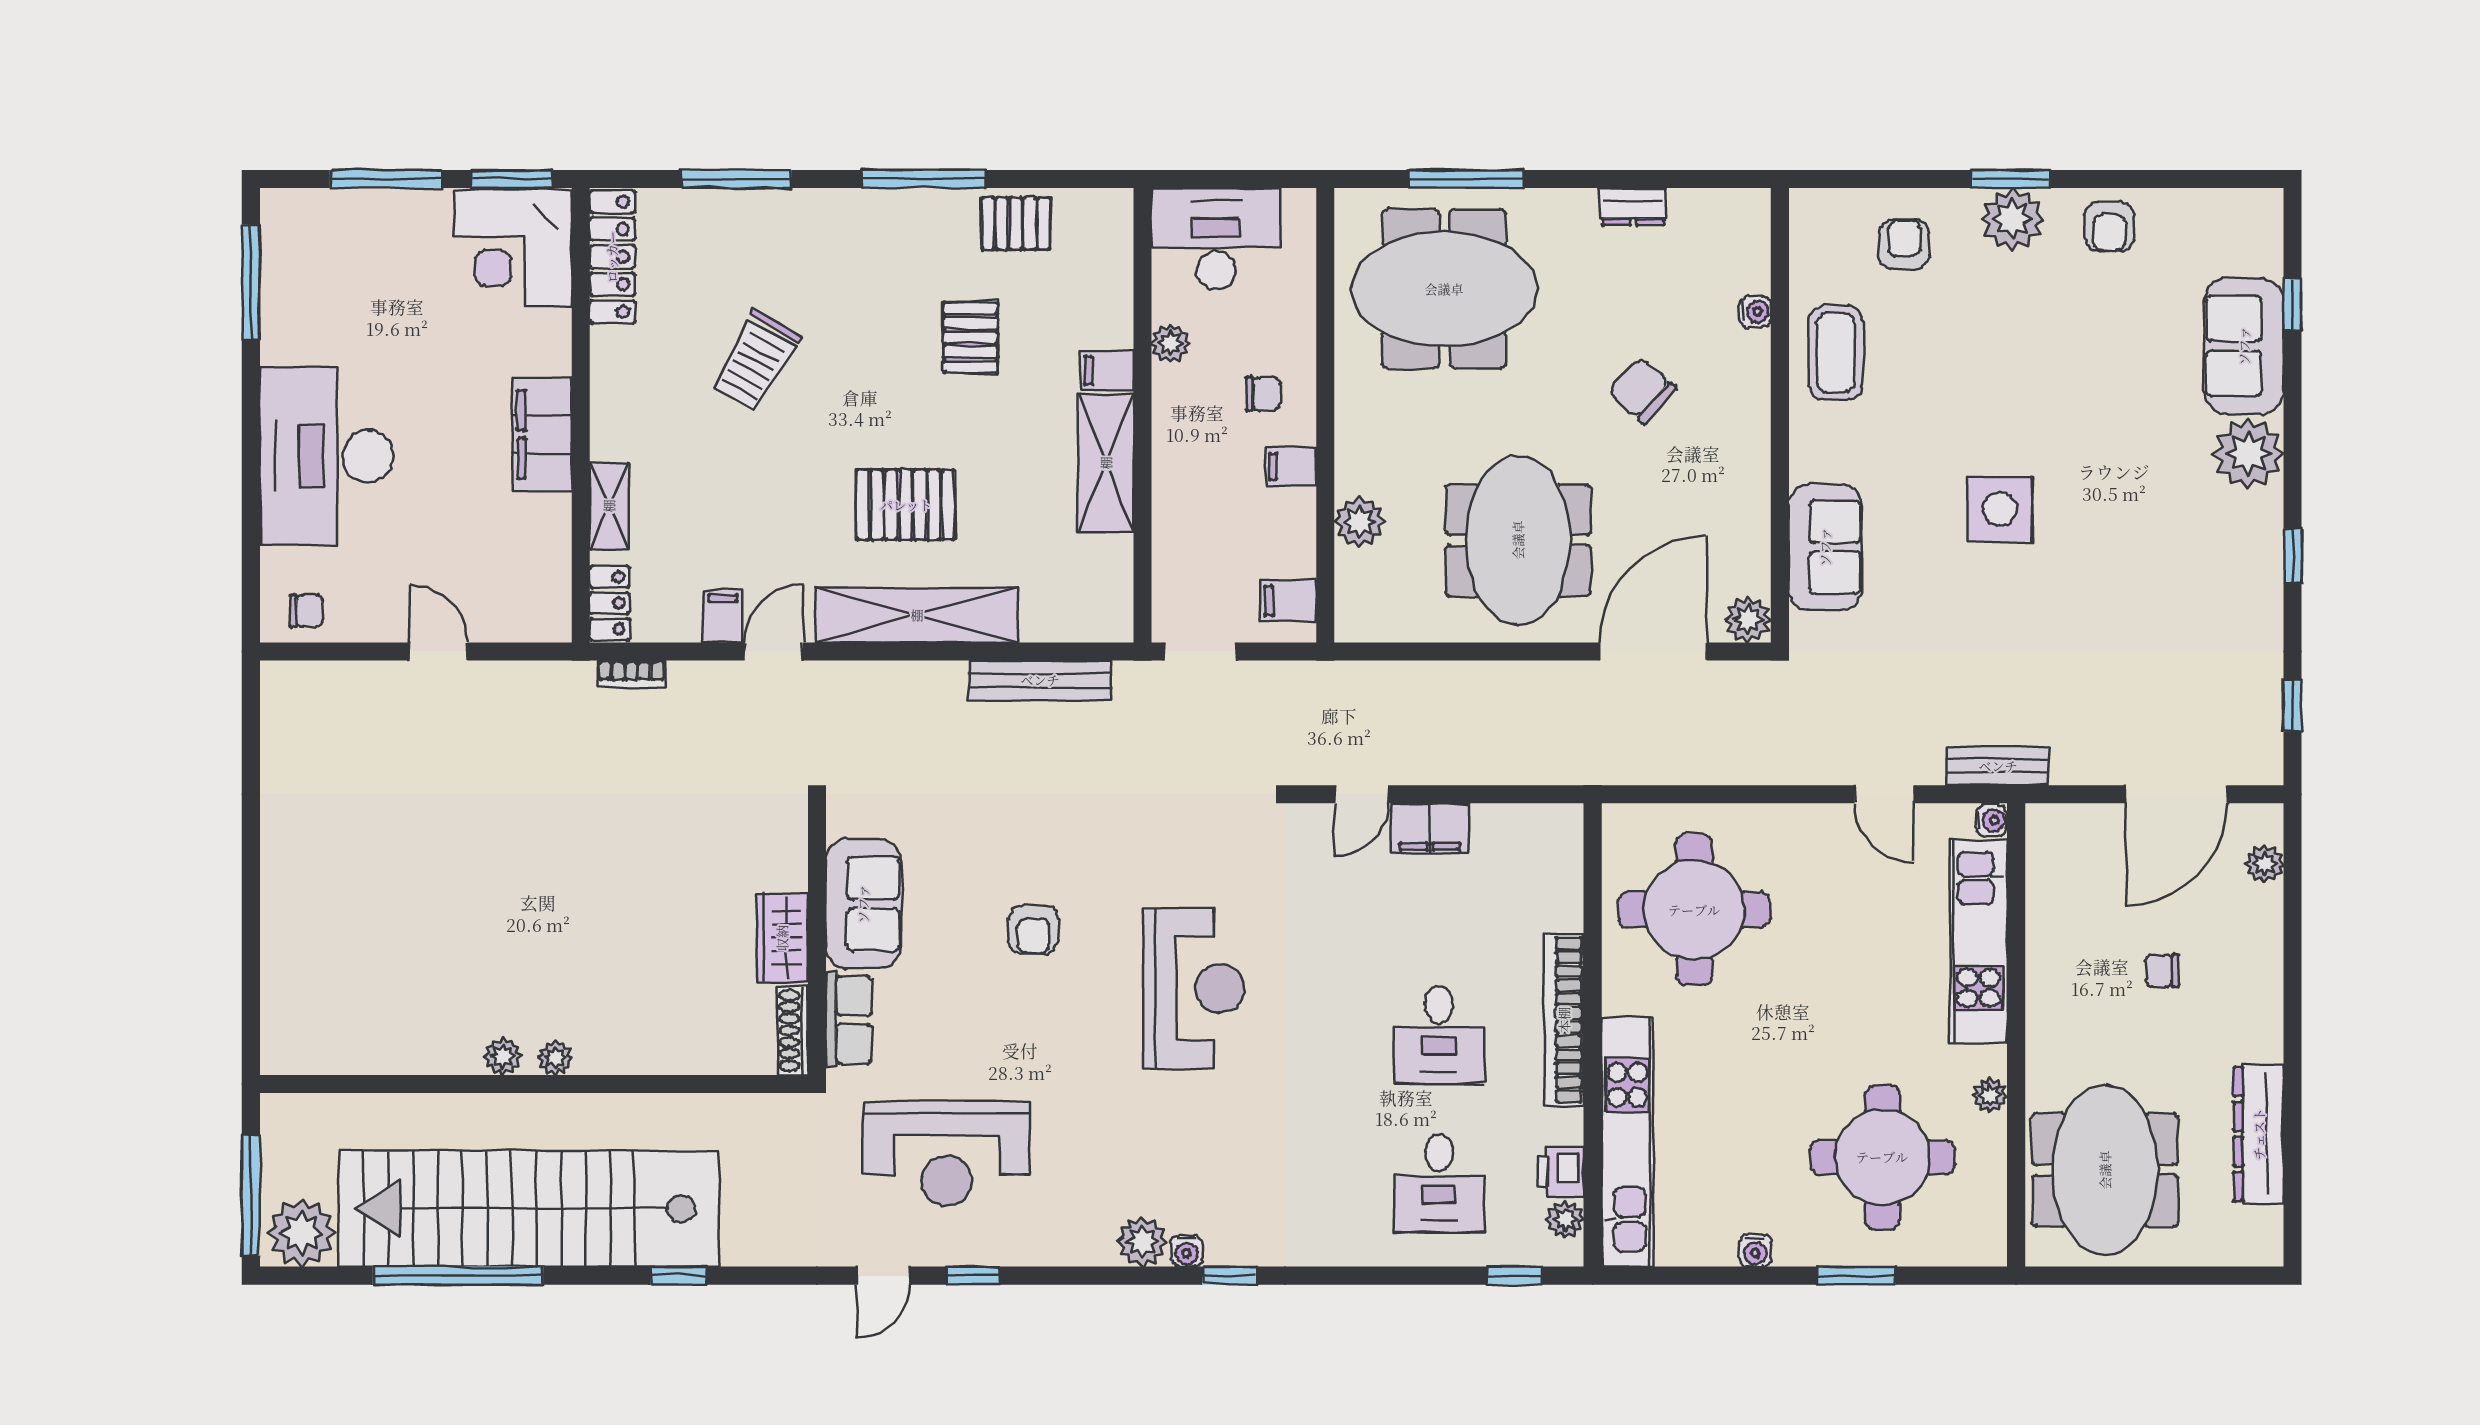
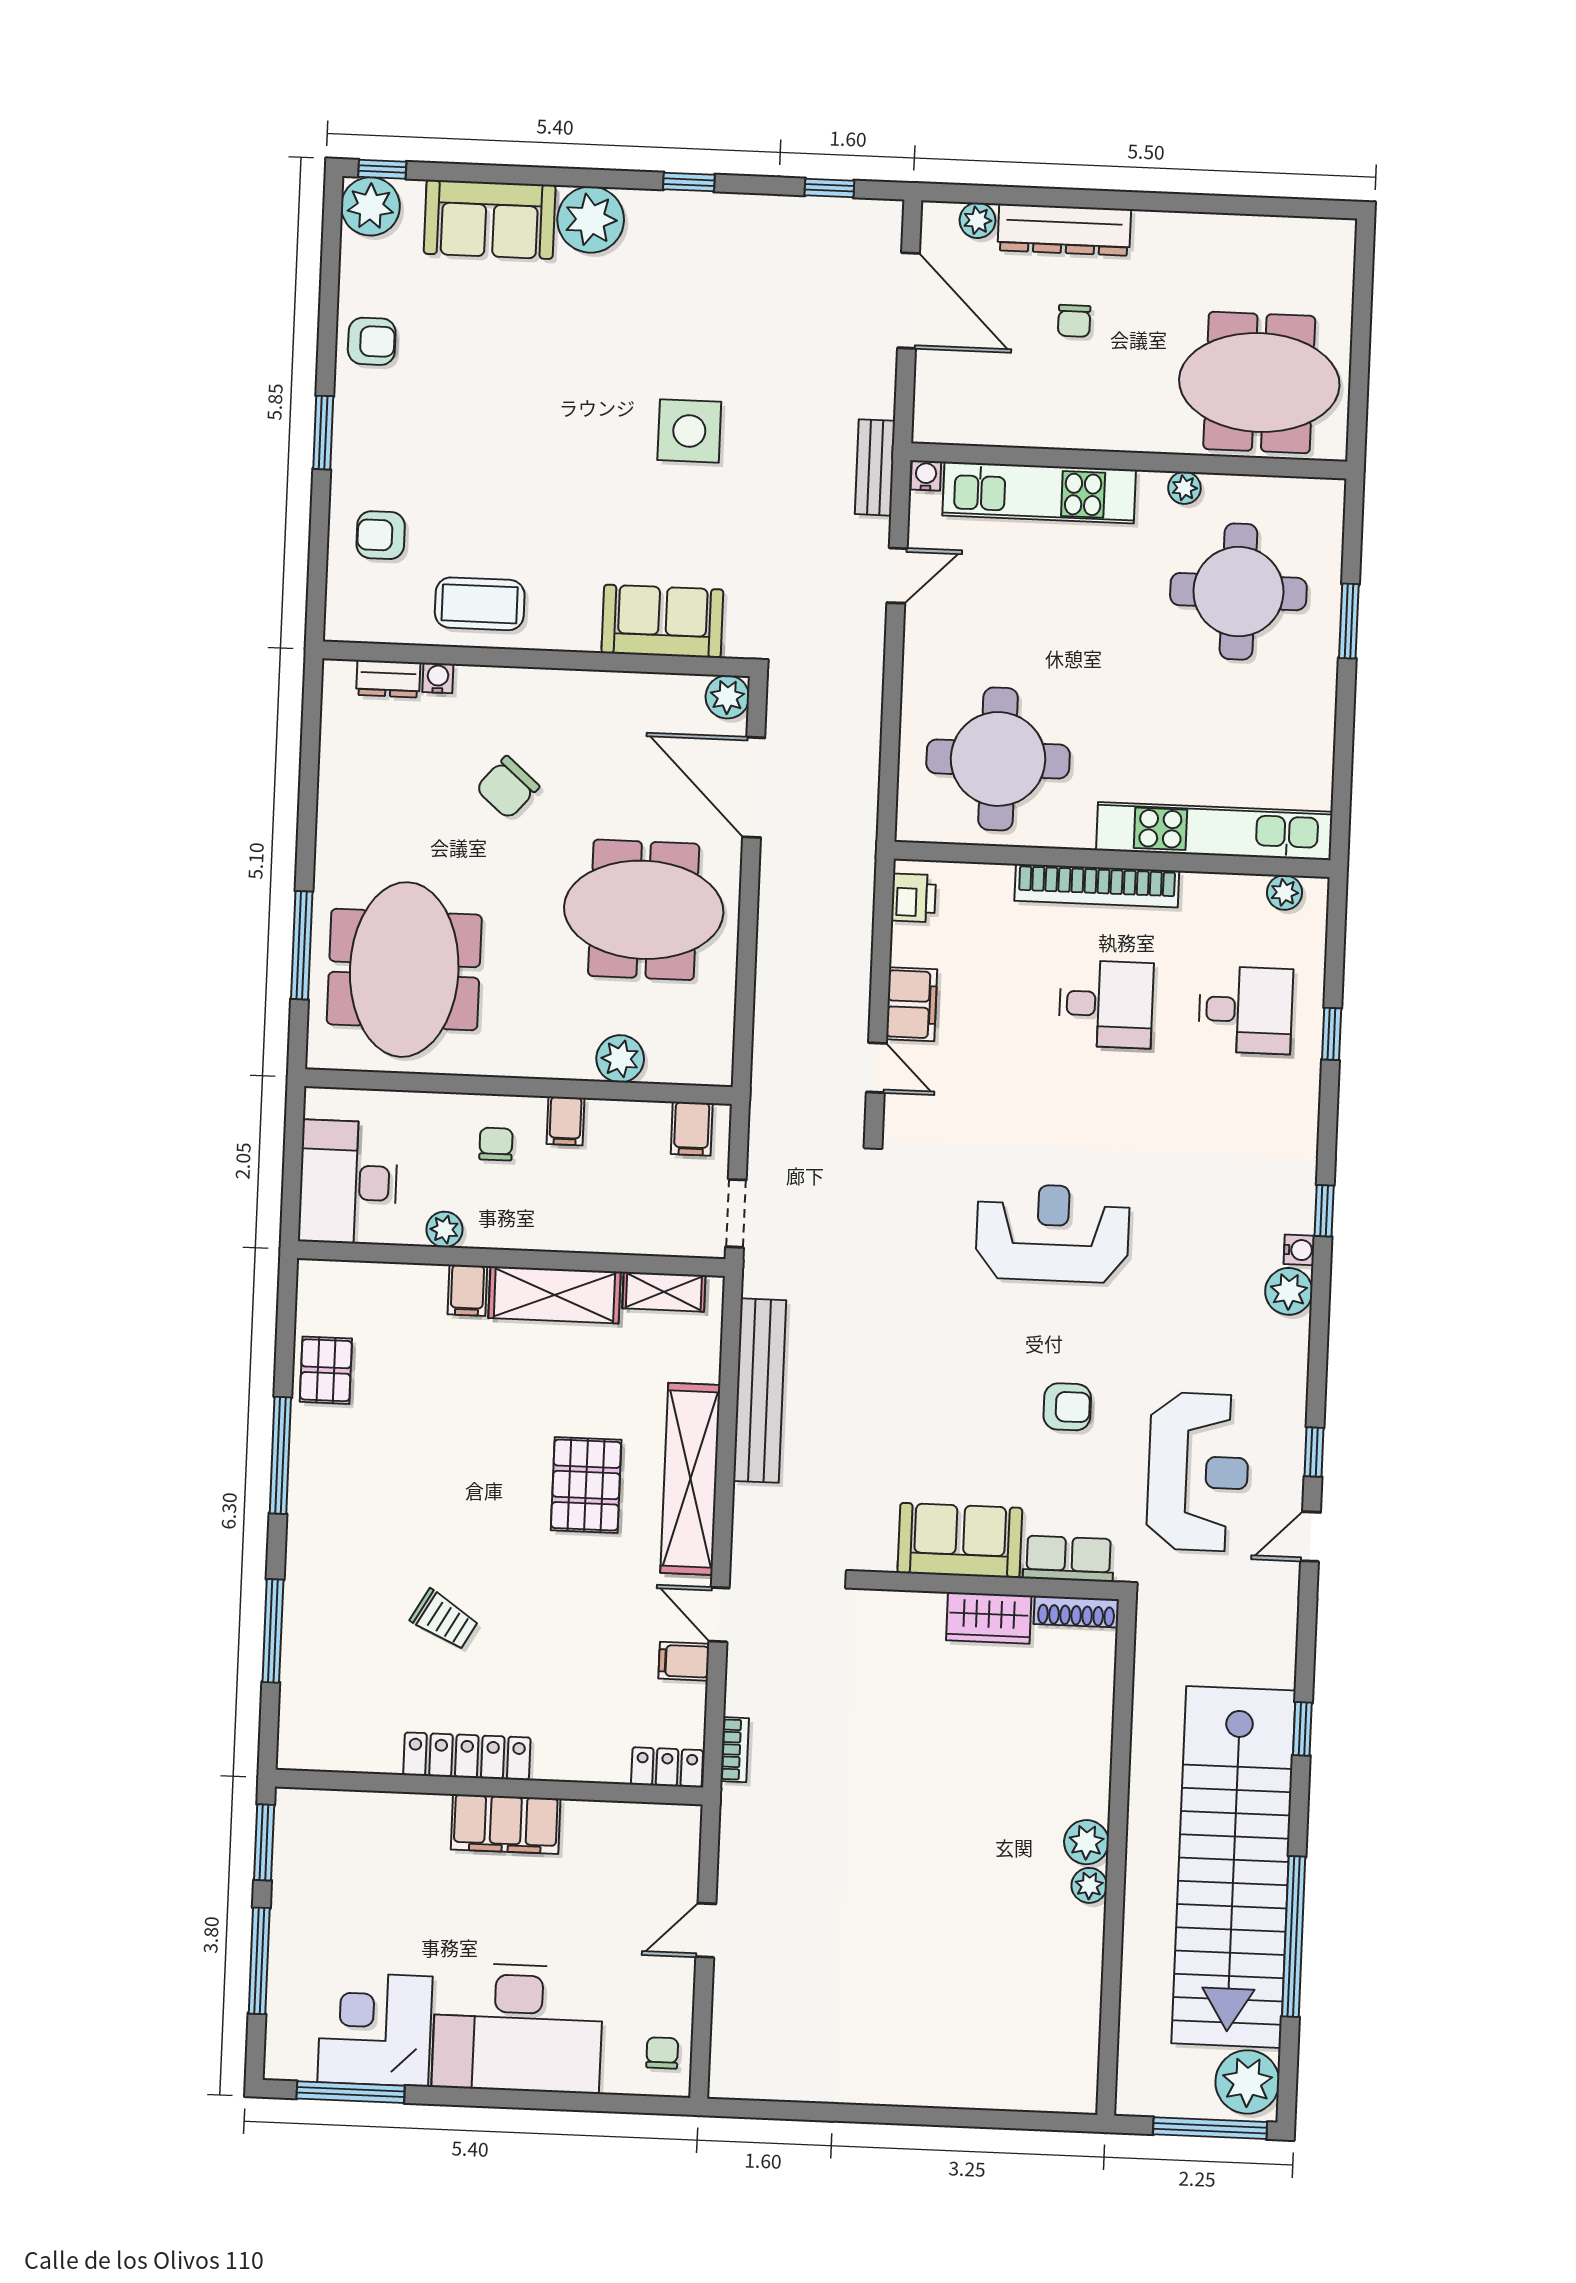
dresser: (1633, 207) -> (388, 679), moved, turned 90
plant: (2012, 219) -> (370, 206), moved
corner desk: (513, 248) -> (375, 2029), moved, turned 180
locker: (612, 257) -> (467, 1756), moved
window: (2293, 304) -> (382, 169), moved
pallet: (971, 338) -> (431, 1417), removed
trolley: (756, 360) -> (444, 1620), width x0.73, depth x0.72
shelving: (609, 506) -> (664, 1292), moved
side table: (2000, 509) -> (689, 431), moved
bench: (1040, 680) -> (760, 1391), width x1.37, depth x1.21
armchair: (1033, 930) -> (1067, 1407), moved
plant: (555, 1058) -> (1086, 1842), width x1.38, depth x1.38
dresser: (2259, 1134) -> (1064, 230), moved
printer: (1561, 1172) -> (913, 898), moved, turned -90
water cooler: (1755, 1251) -> (1321, 715), removed
door: (883, 1276) -> (1310, 1537), swing flipped
window: (1515, 1276) -> (1332, 1034), moved

